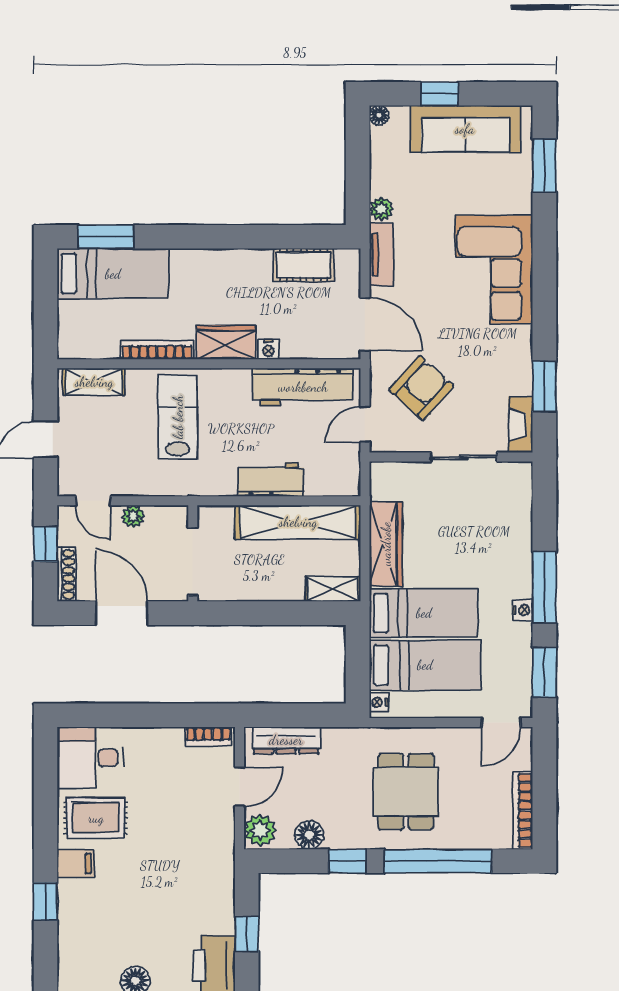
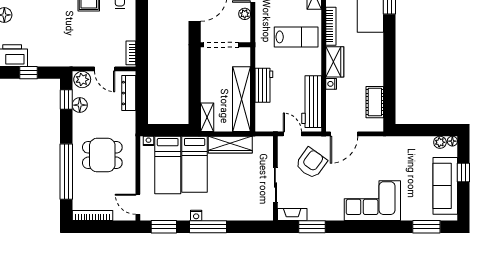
plant: (381, 209) -> (440, 142), moved
tv unit: (381, 254) -> (380, 142), removed
armchair: (421, 388) -> (311, 163), turned -96
window: (347, 861) -> (66, 100), moved

